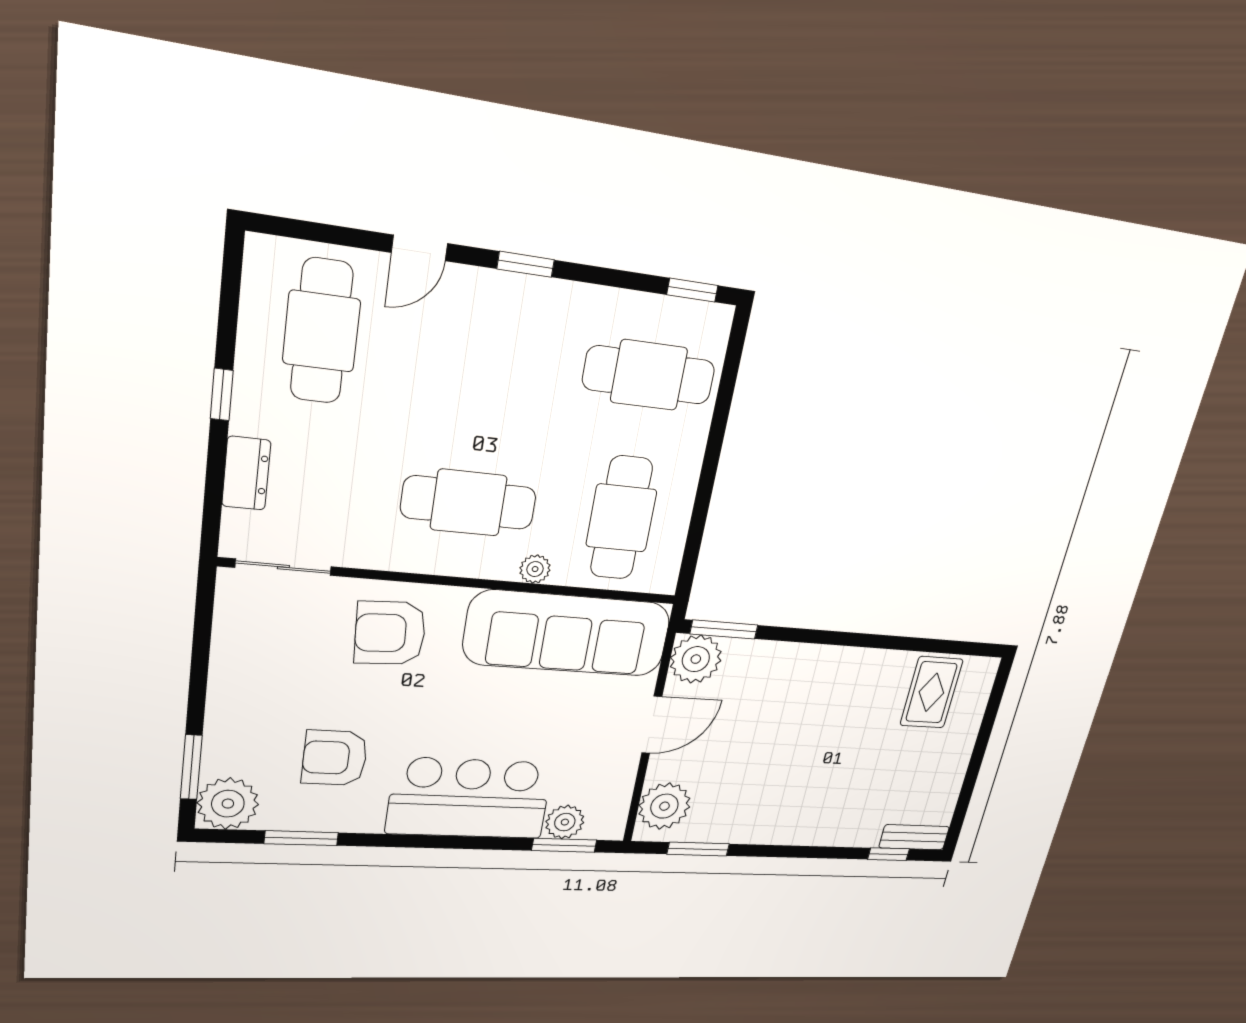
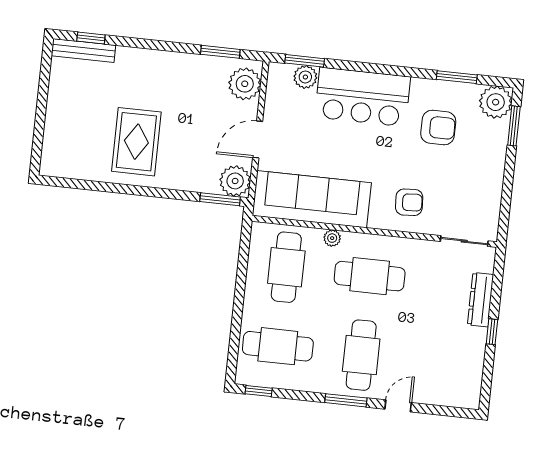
window: (526, 264) -> (346, 400), width x1.50
cafe table: (322, 331) -> (361, 355), moved
dresser: (246, 473) -> (481, 300), width x1.44
armchair: (390, 633) -> (409, 202), width x0.72, depth x0.72
rug: (931, 692) -> (136, 142), moved, width x1.36, depth x1.43
bench: (914, 837) -> (83, 50), width x1.36

